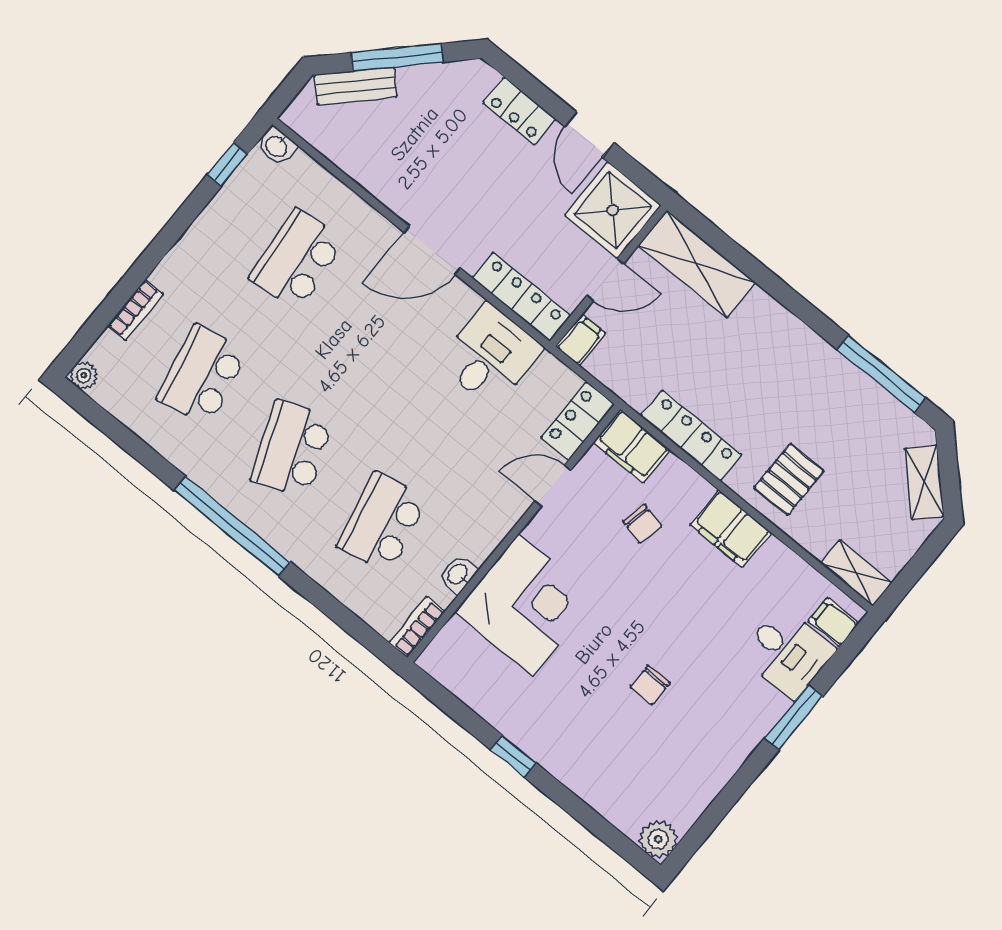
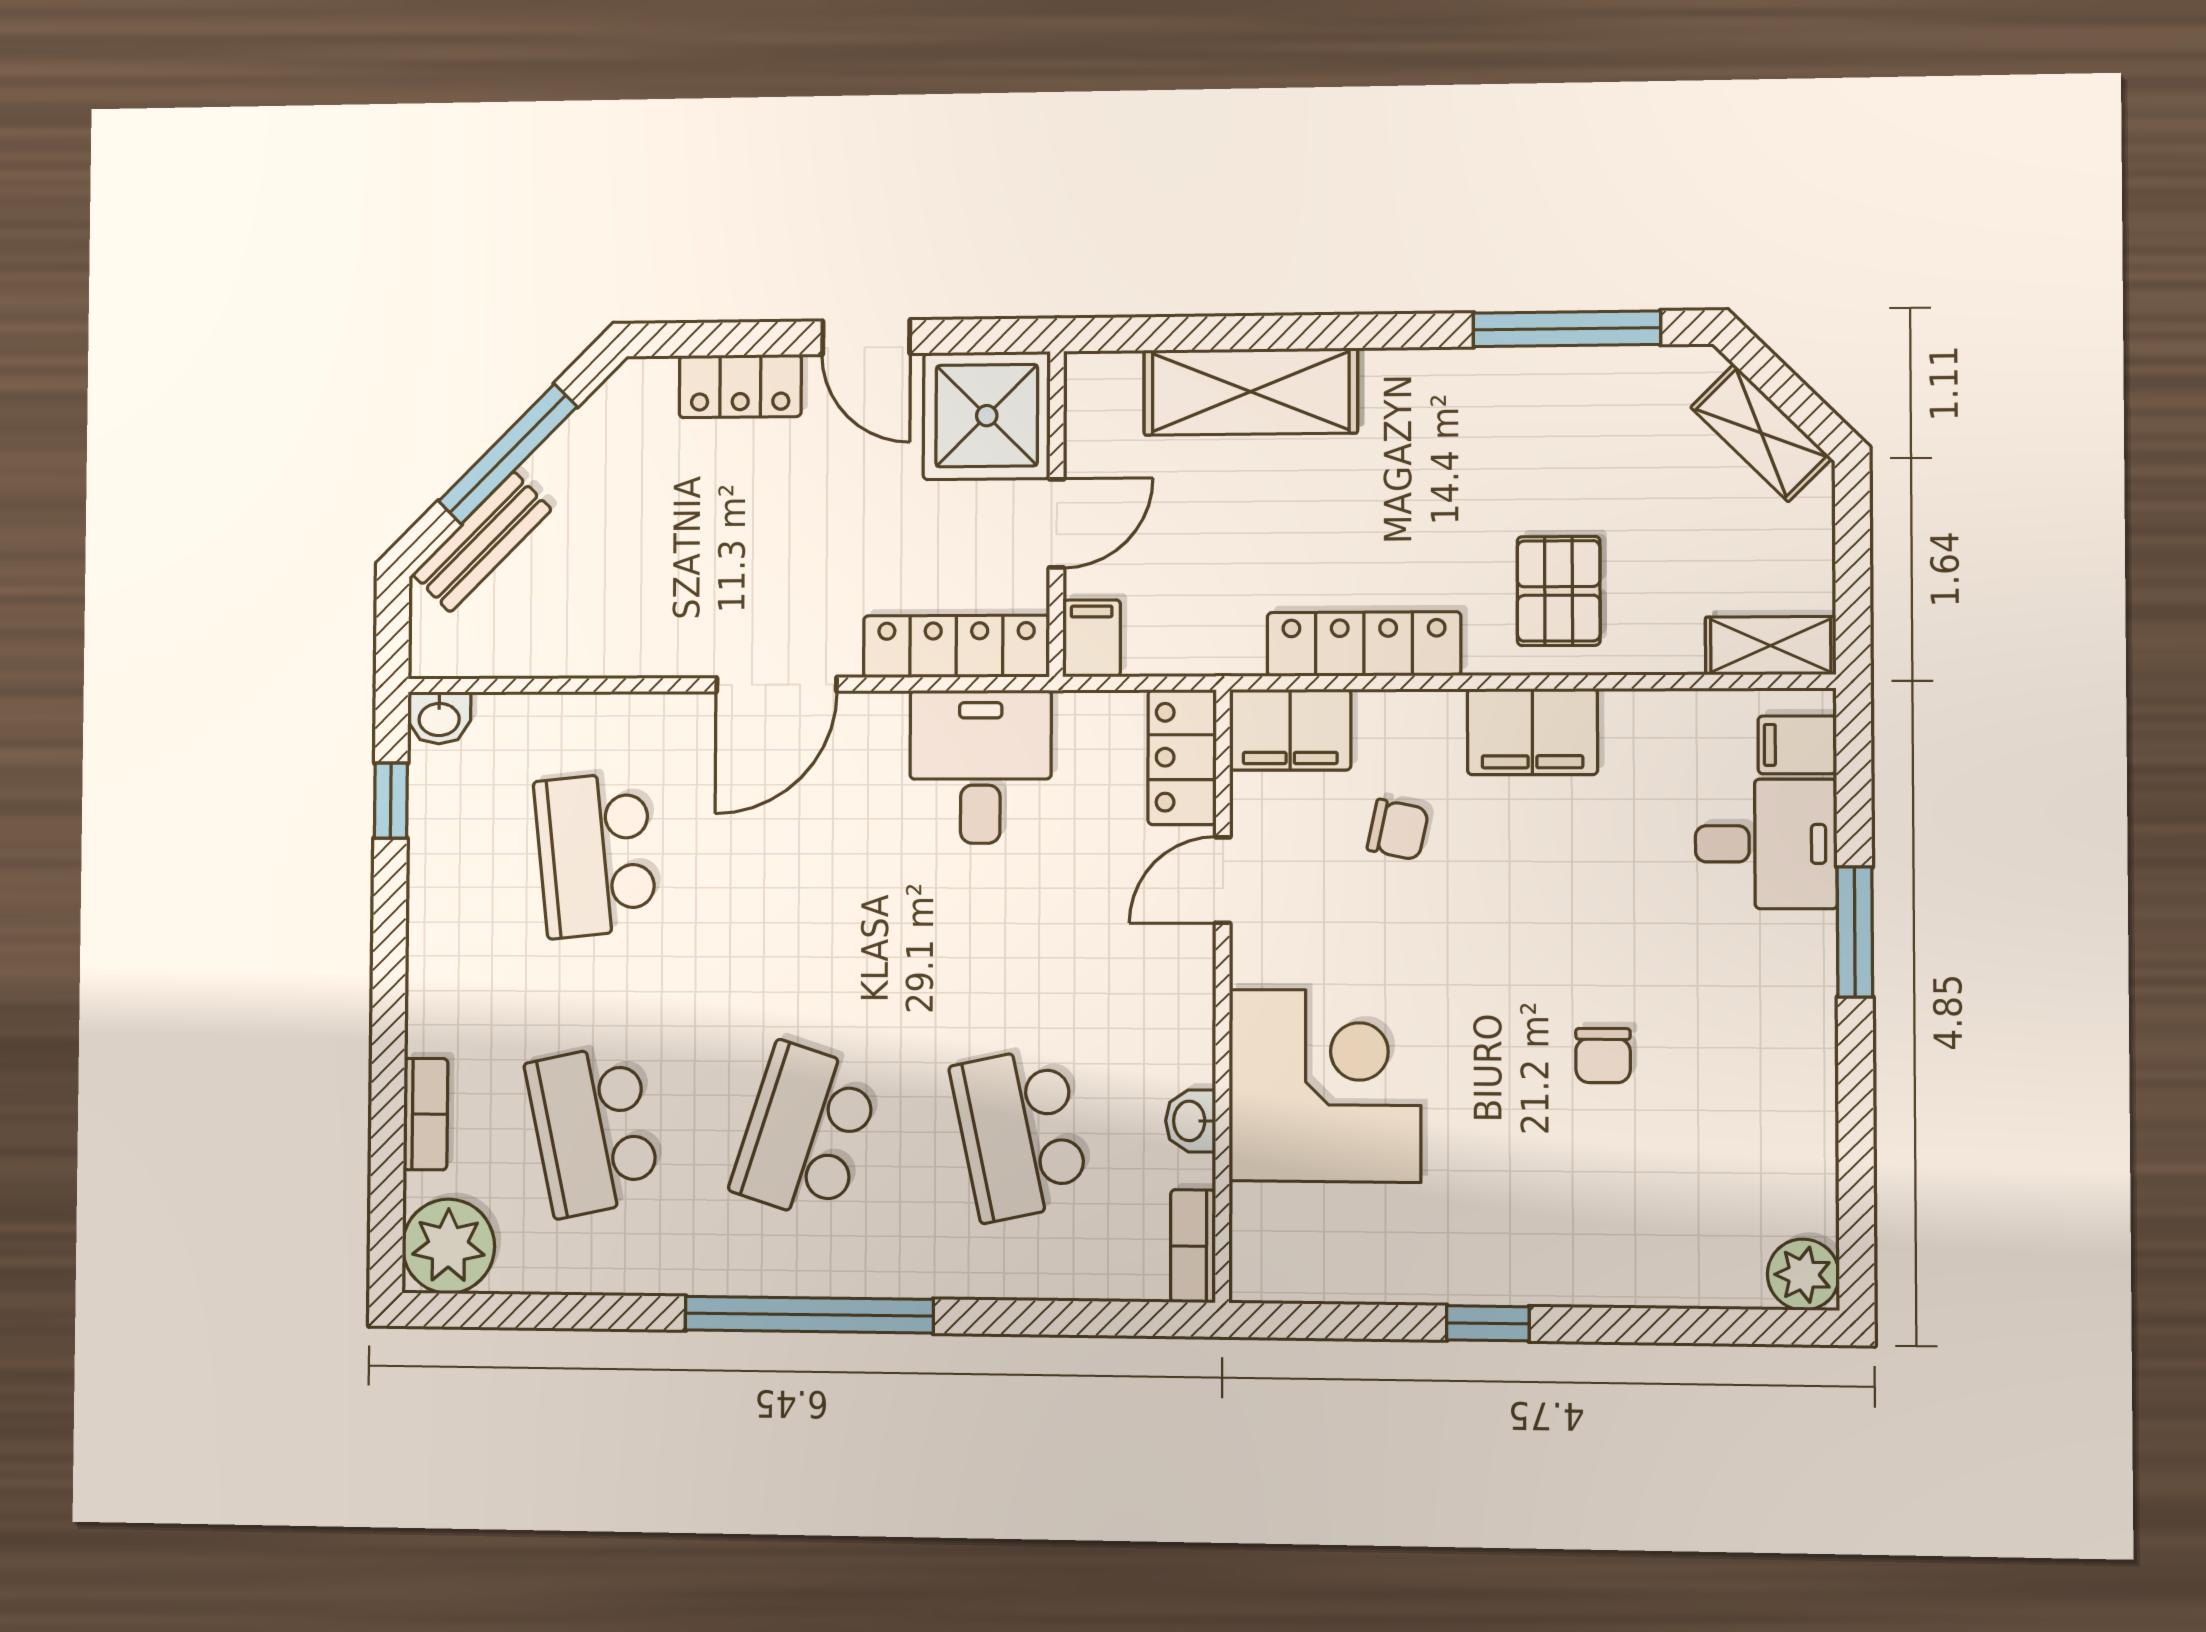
shelving: (697, 264) -> (1251, 392), moved
plant: (84, 375) -> (448, 1246), width x1.88, depth x1.88
school desk: (292, 449) -> (805, 1132), turned 39

